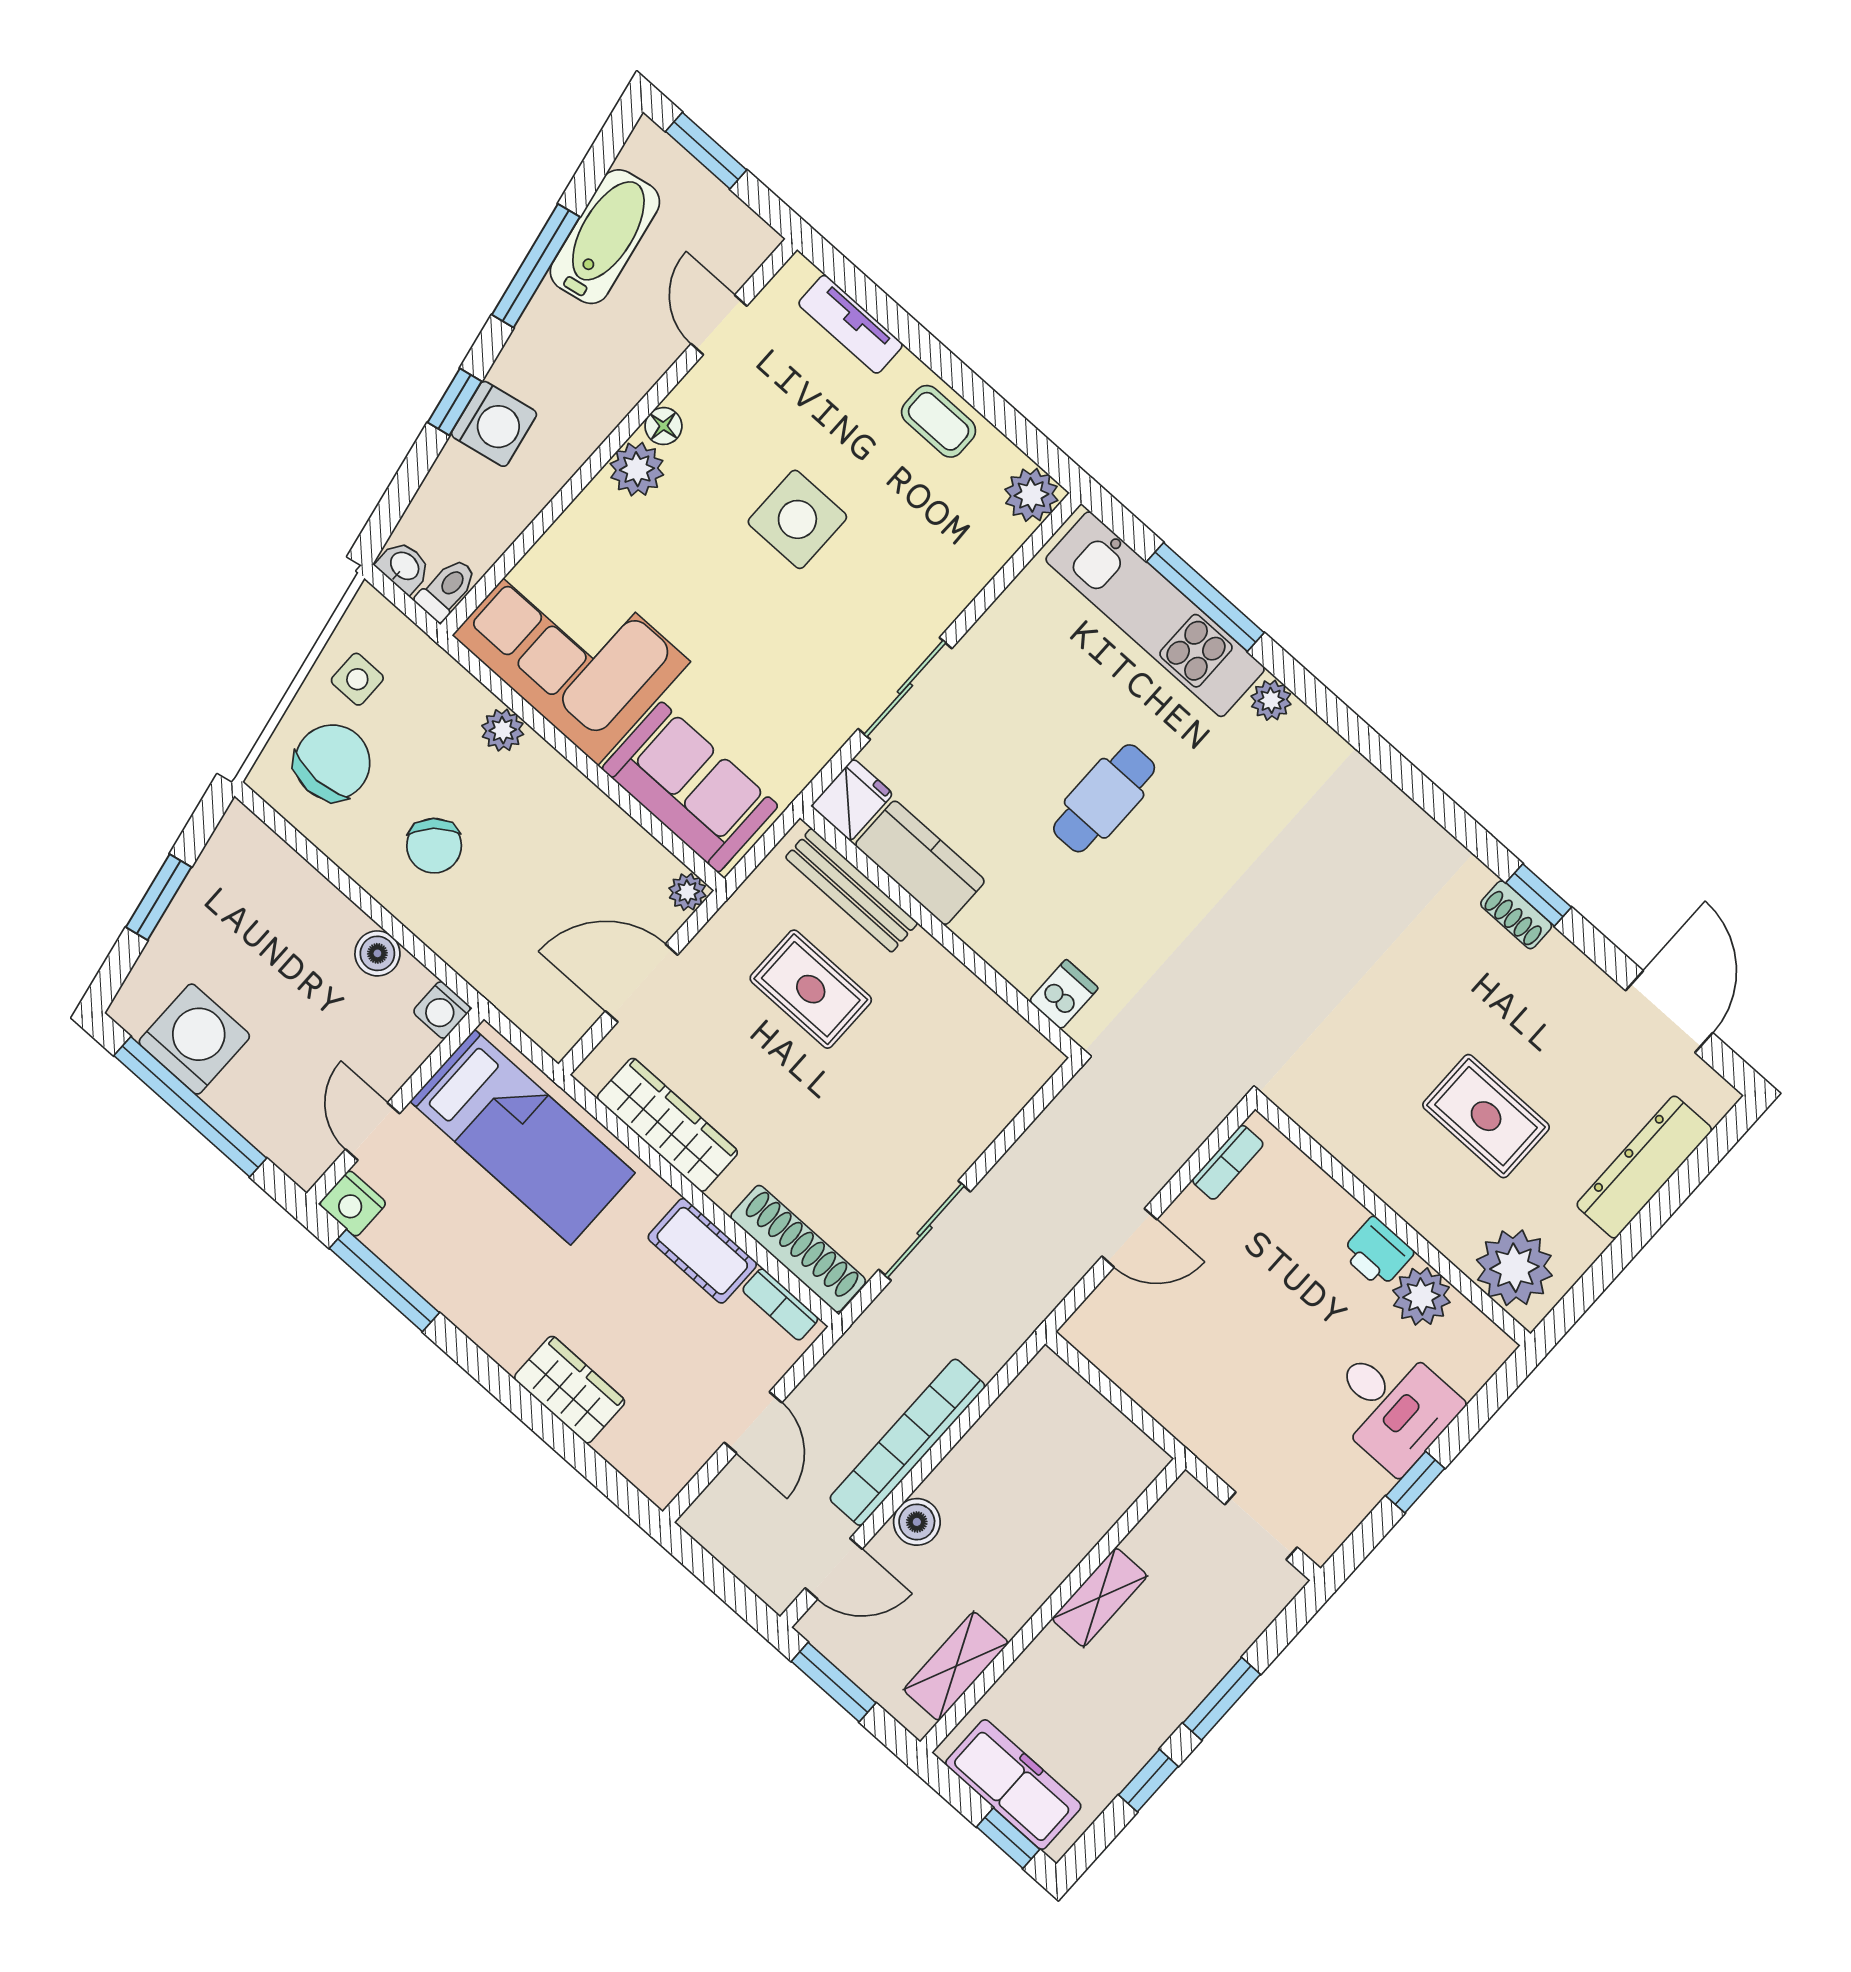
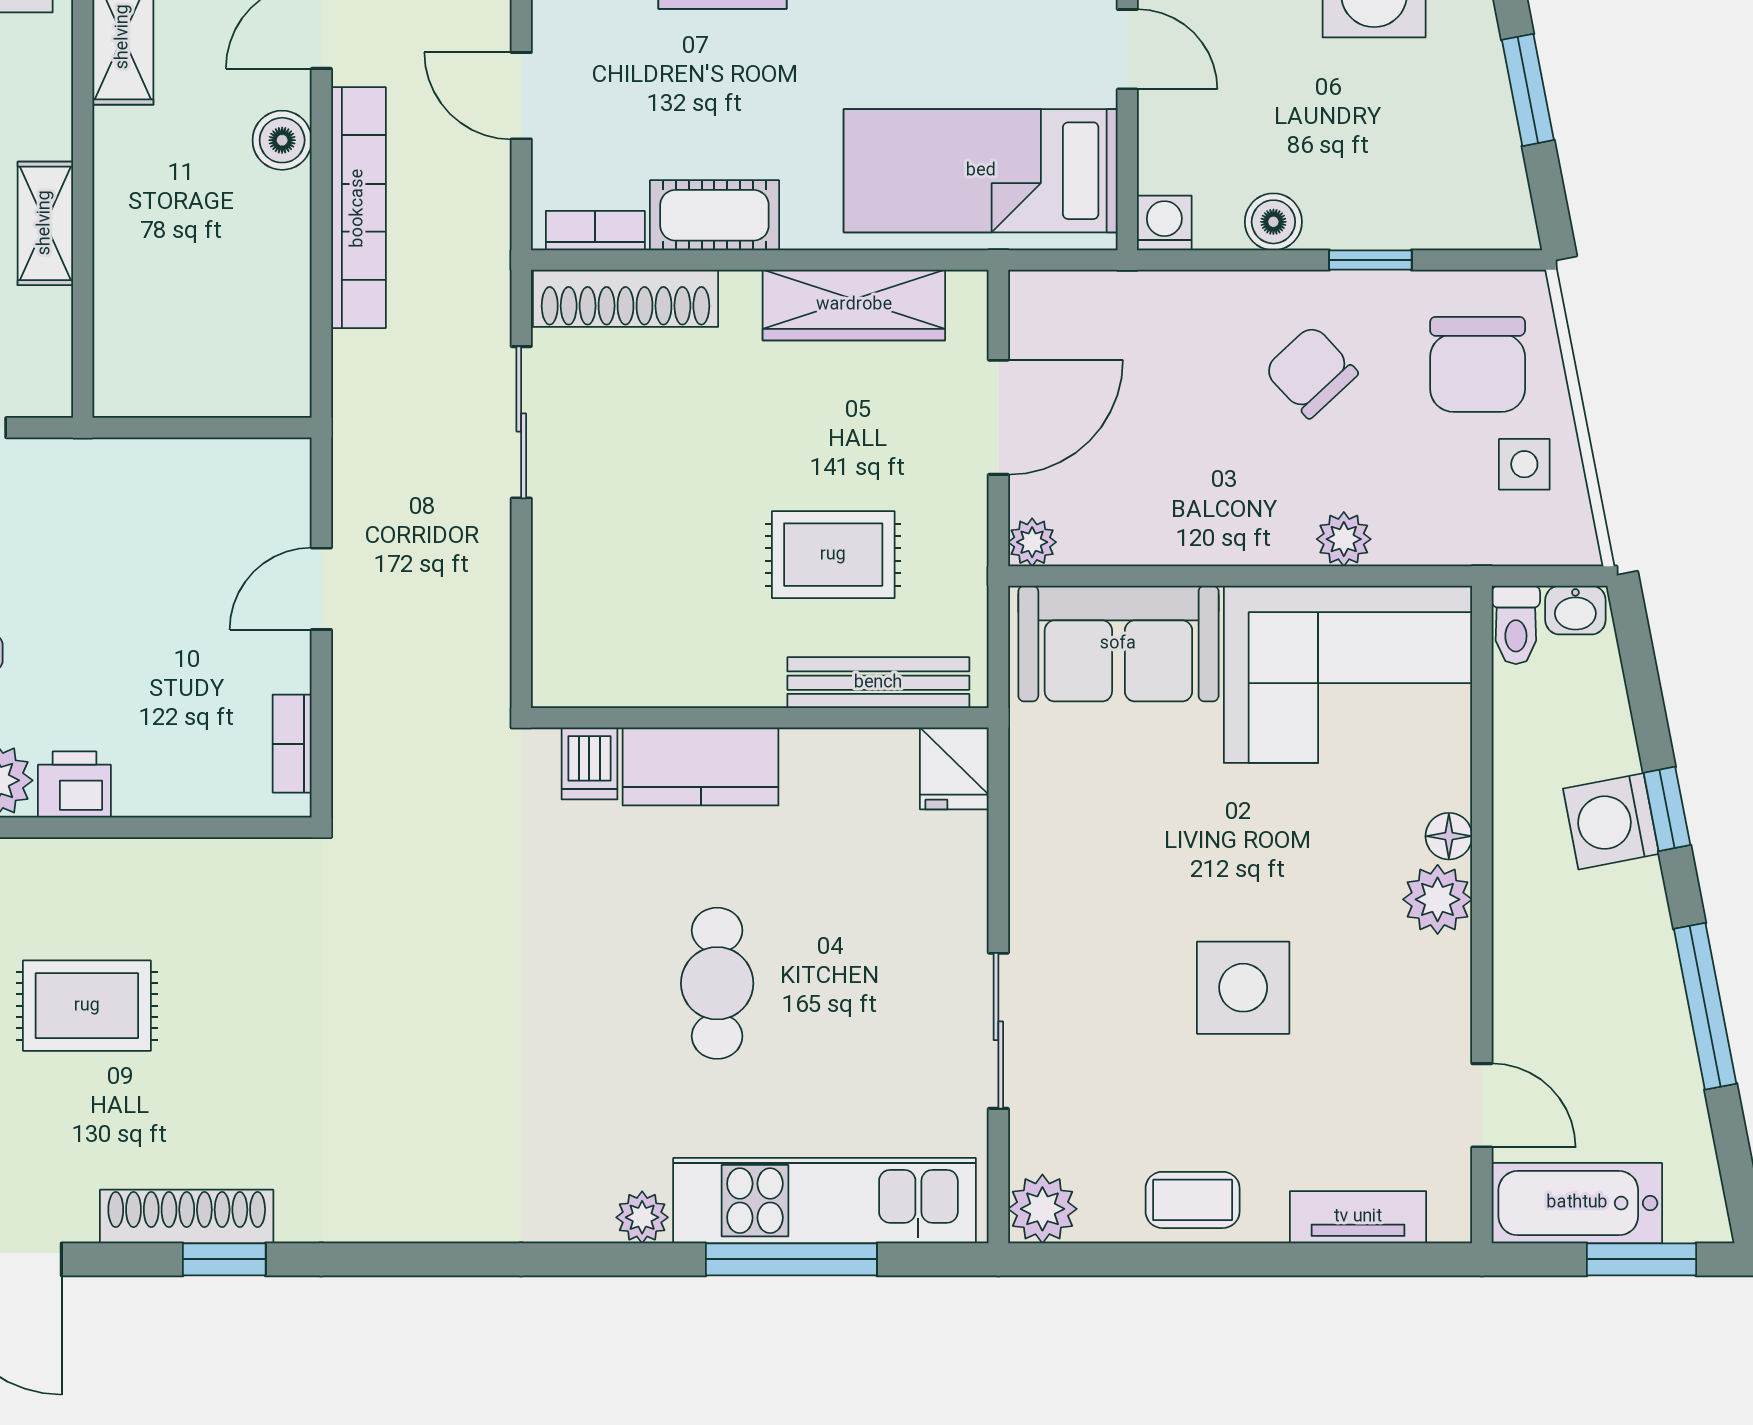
bathtub: (605, 237) -> (1577, 1203), moved, turned 101
floor lamp: (663, 426) -> (1449, 836), moved
sliding door: (905, 689) -> (998, 1031), moved
kitchen counter: (920, 863) -> (701, 766), moved
window: (341, 880) -> (1370, 260), added
shoe rack: (1516, 915) -> (187, 1216), width x1.94, depth x1.24

